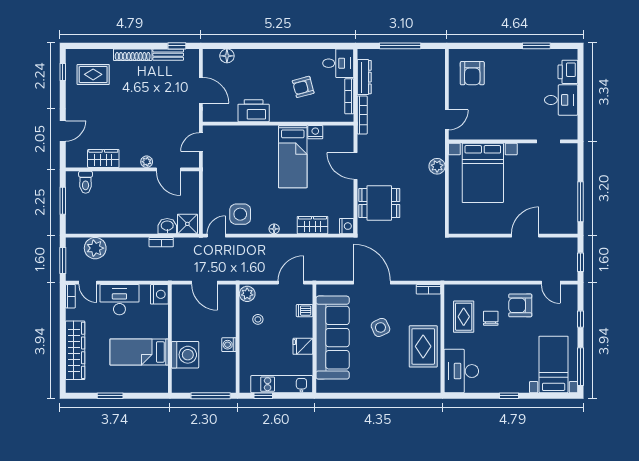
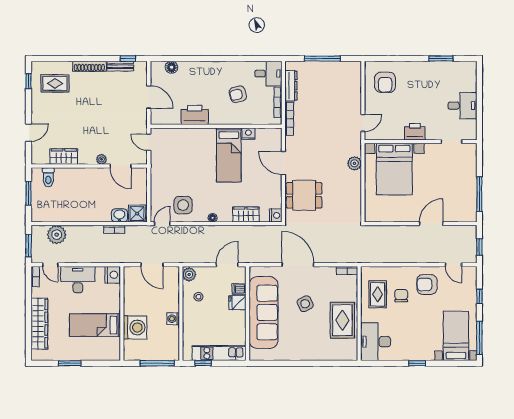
printer: (568, 72) -> (415, 132), moved, turned 90
door: (201, 142) -> (149, 142), hinge flipped
fridge: (303, 346) -> (237, 303), moved

